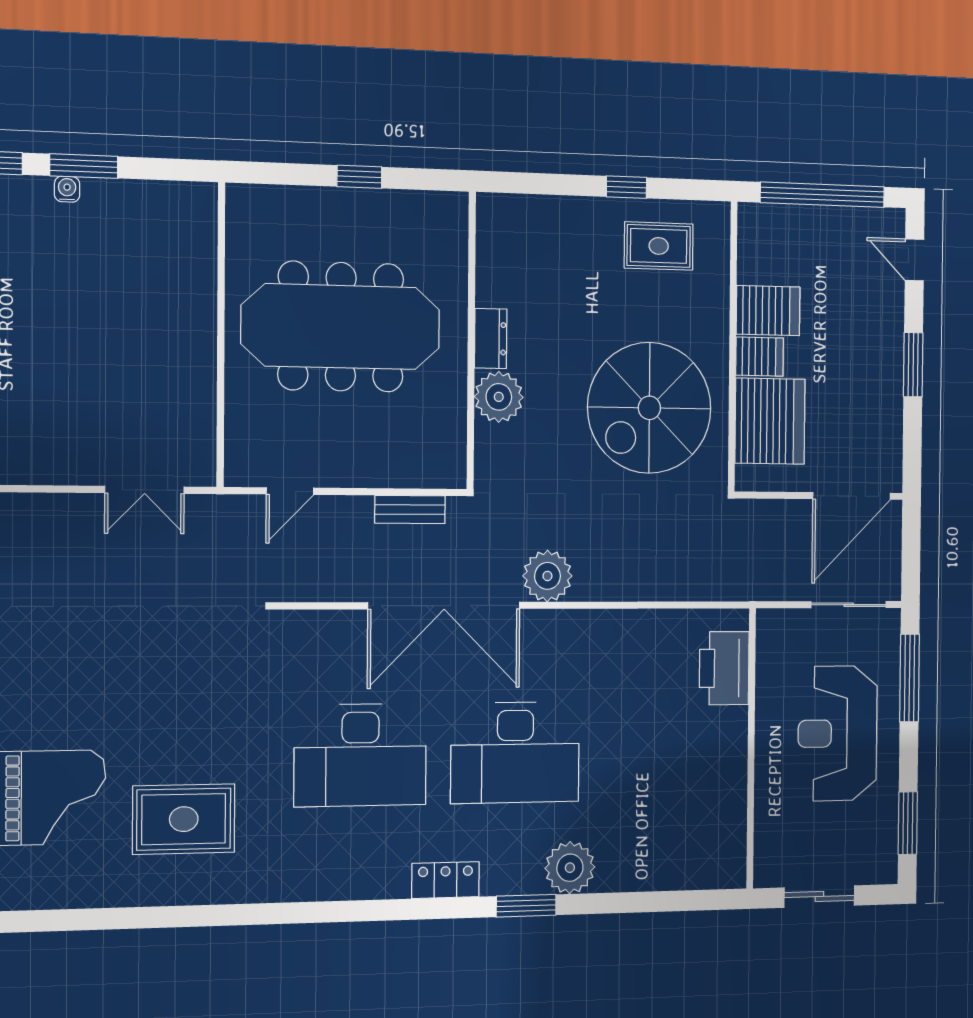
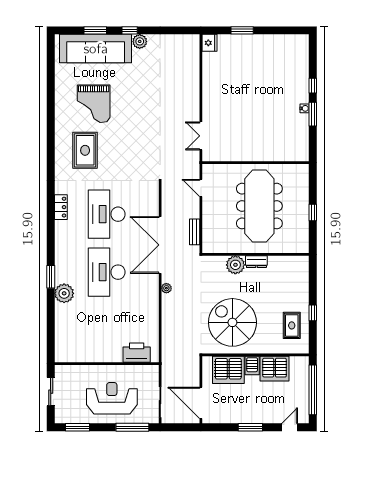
server rack: (768, 311) -> (275, 369), width x1.60
plant: (547, 576) -> (166, 288), width x0.53, depth x0.53
locker: (445, 880) -> (61, 207), moved

